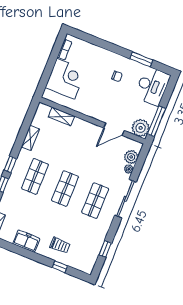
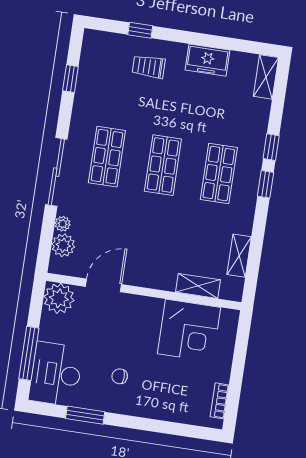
corner desk: (66, 79) -> (189, 331), moved, turned -90
window: (157, 121) -> (29, 353), moved
shelving: (30, 138) -> (239, 256), moved

